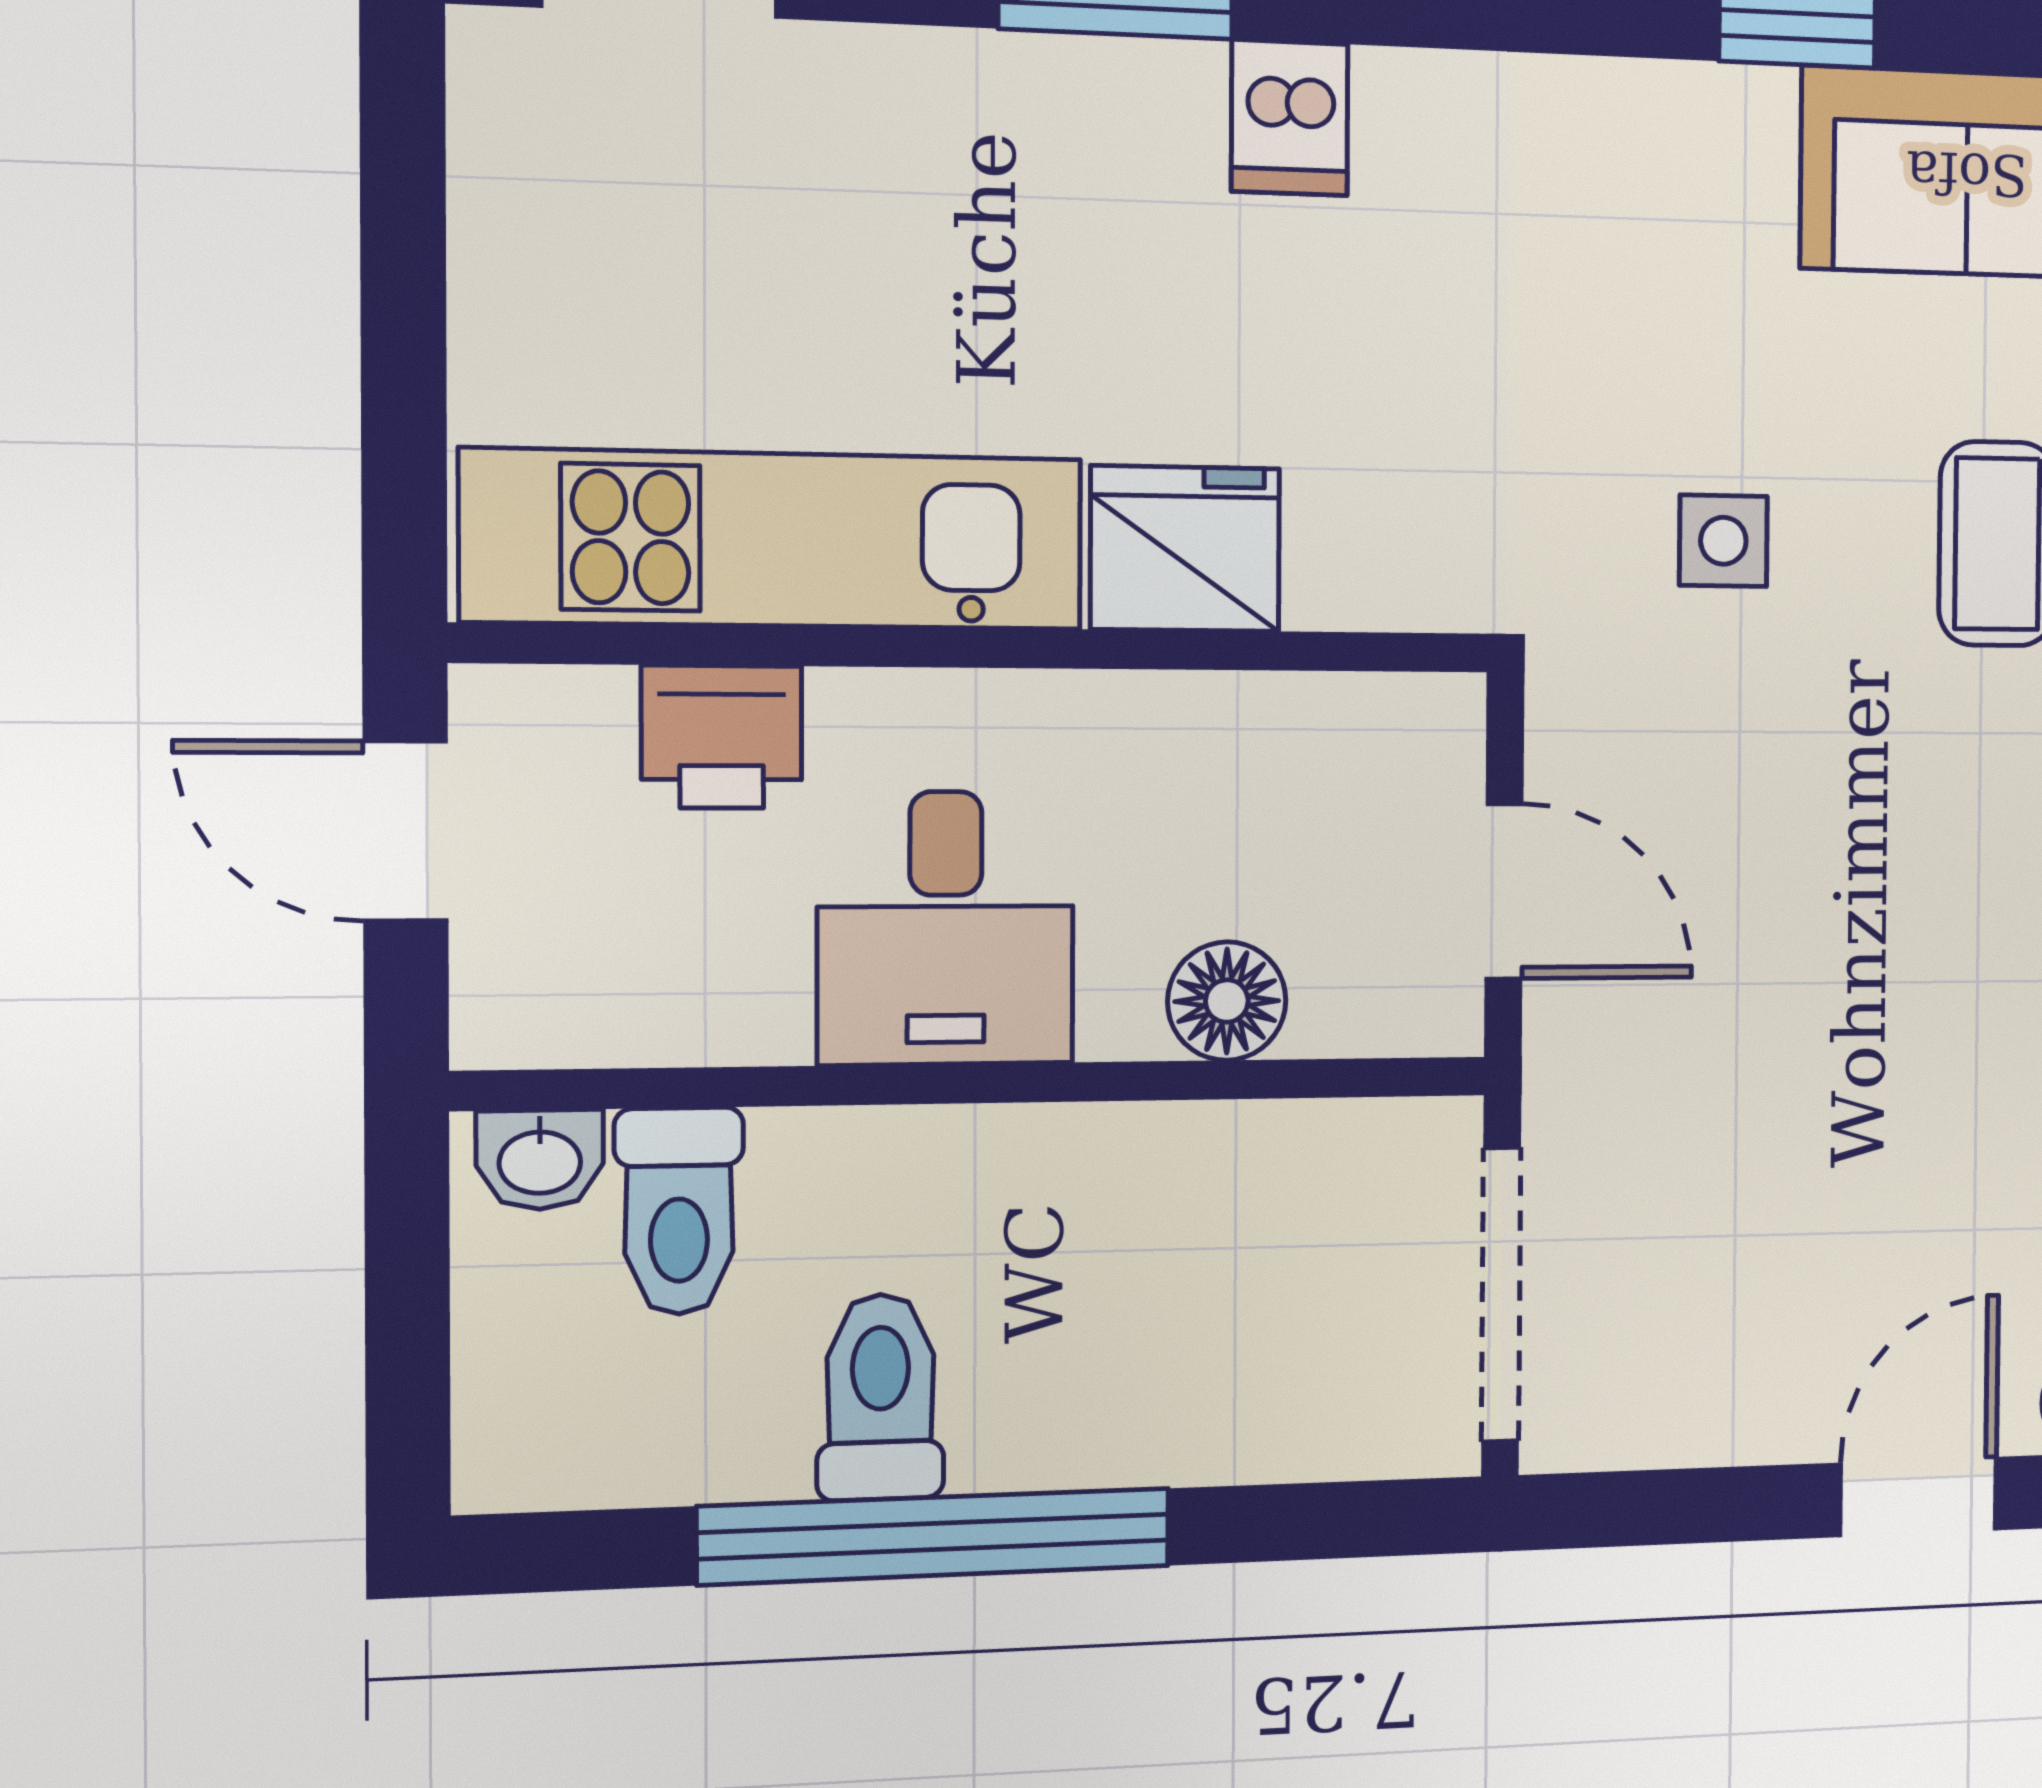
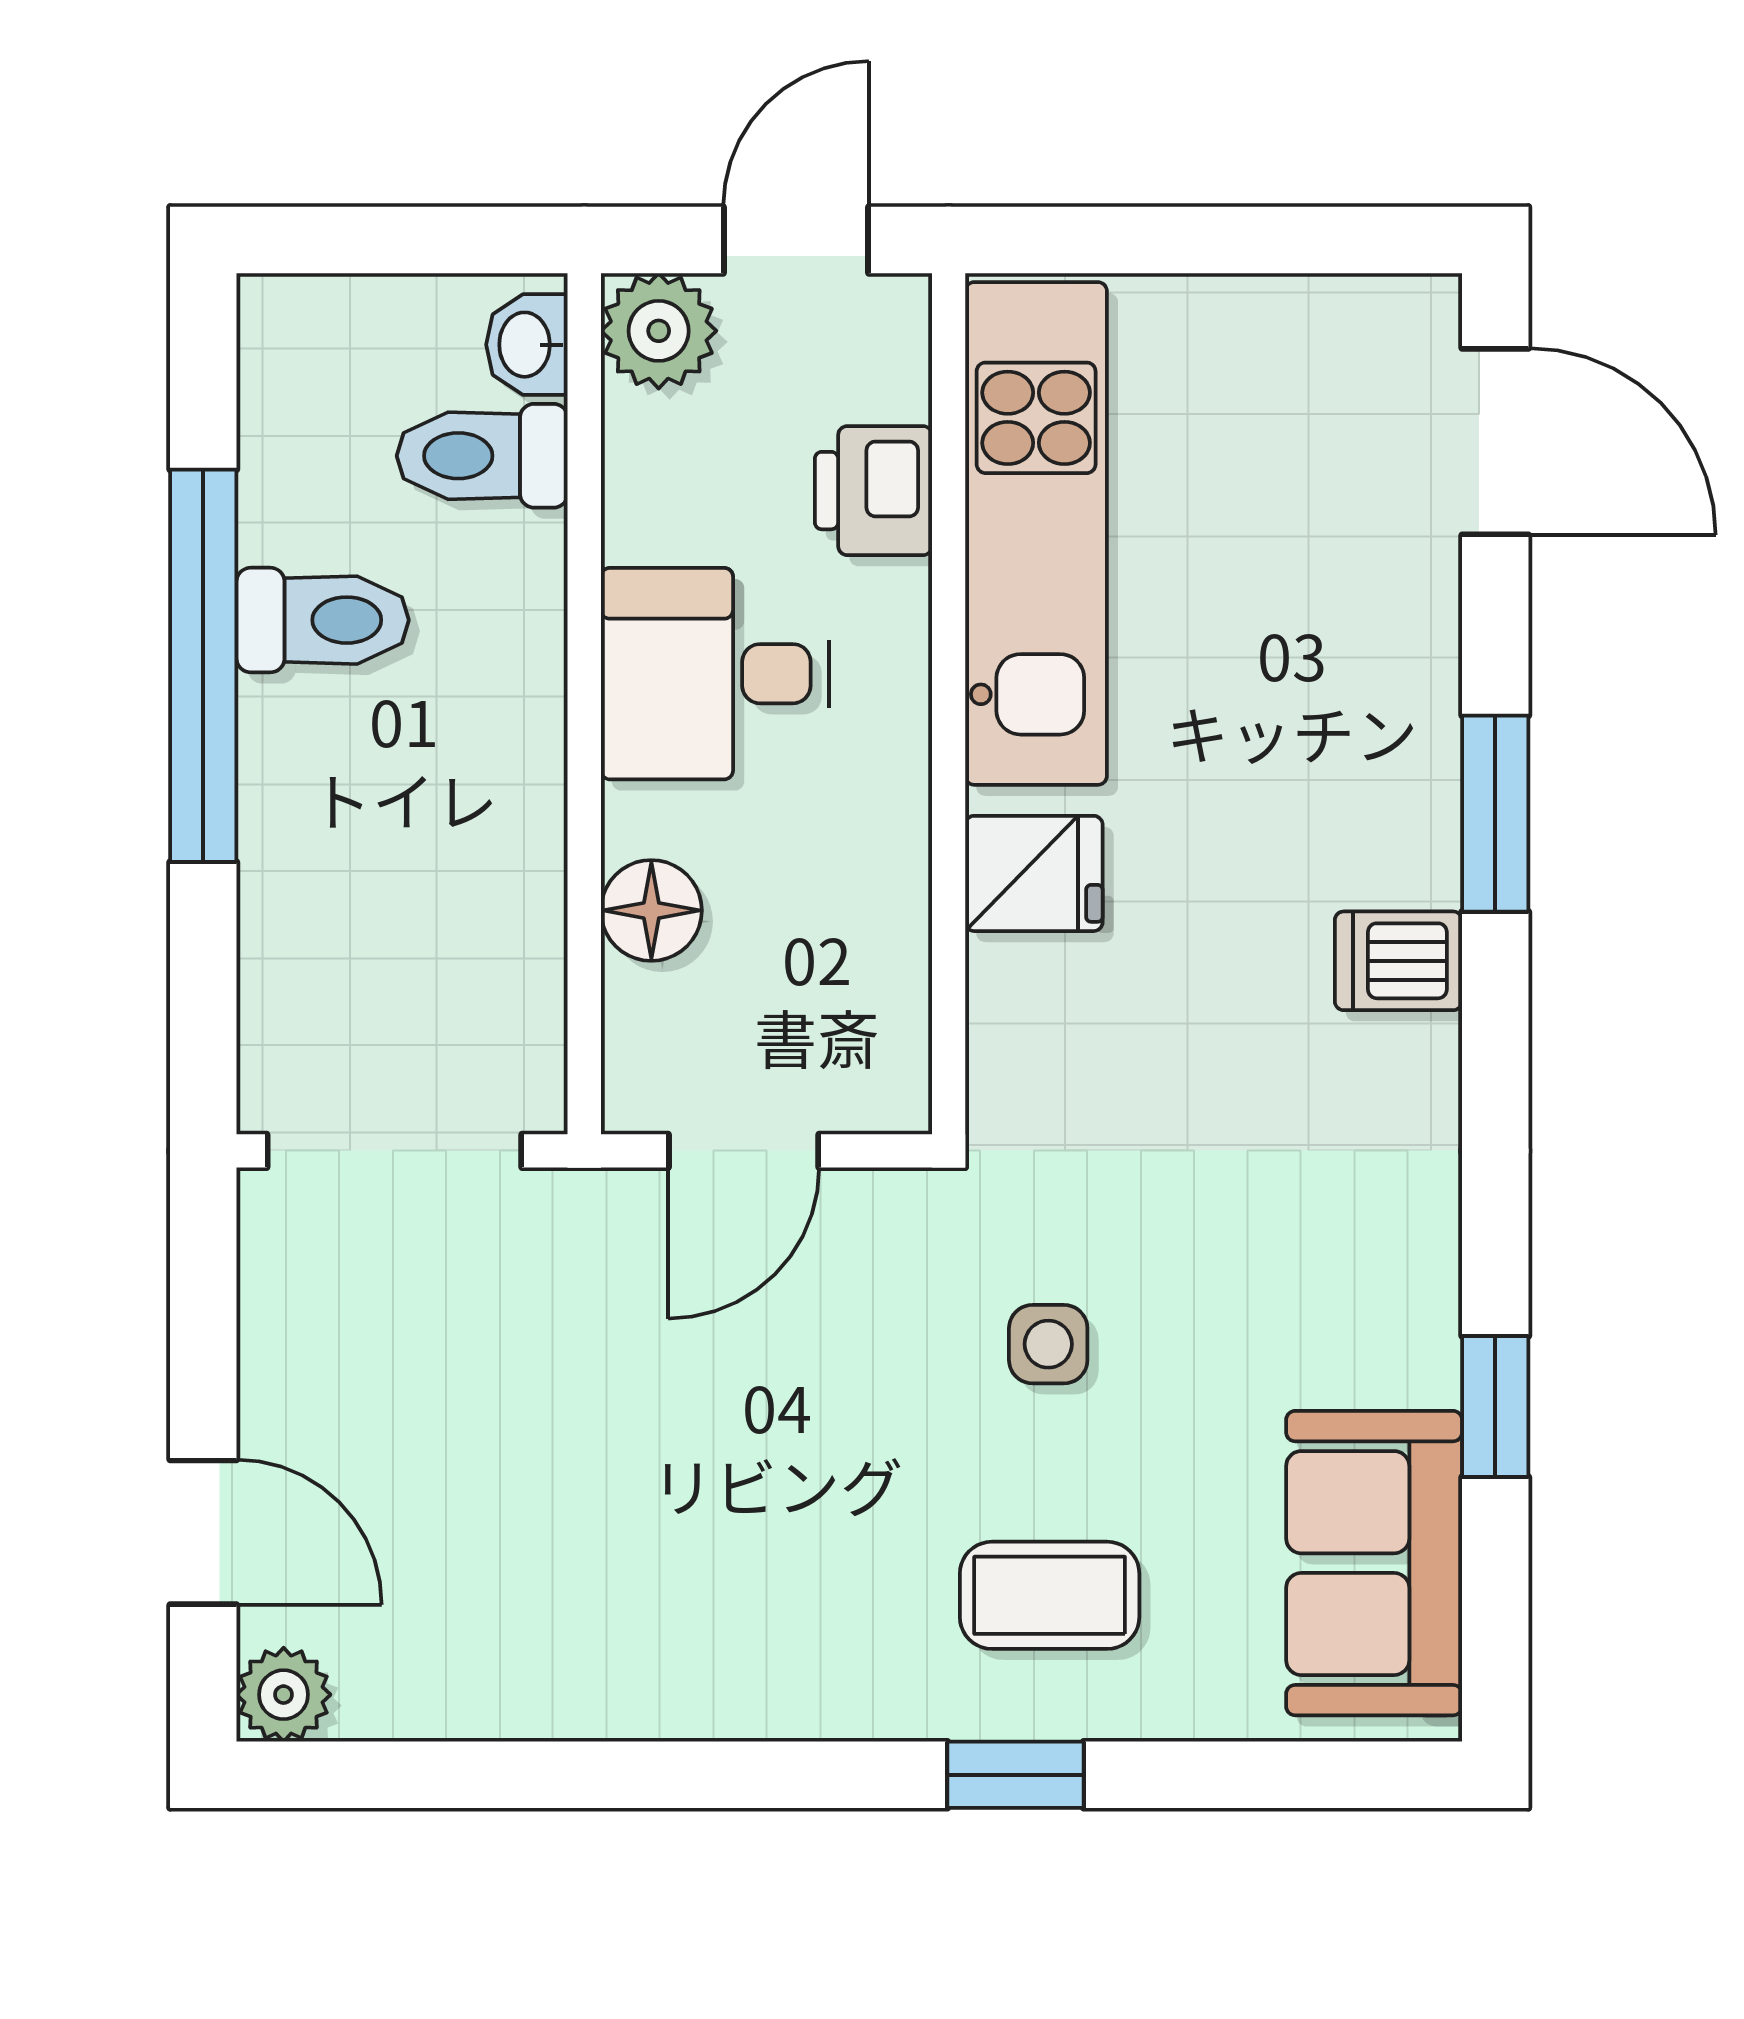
fridge: (1185, 549) -> (1034, 873), width x0.72
plant: (522, 999) -> (659, 331), added

